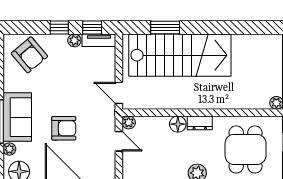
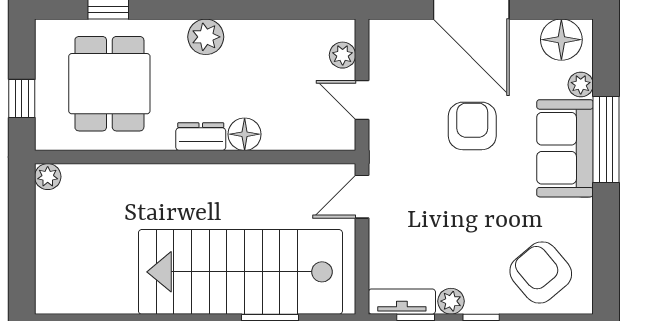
door: (119, 93) -> (362, 197), swing flipped
plant: (129, 122) -> (343, 55), moved
armchair: (64, 128) -> (472, 126), turned 90

